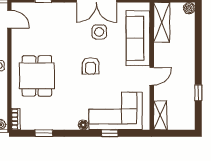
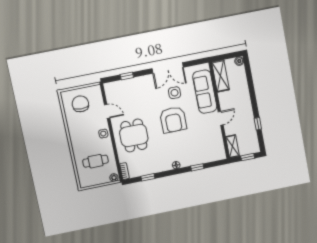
door: (9, 19) -> (107, 111), moved
armchair: (91, 66) -> (173, 120), width x1.88, depth x1.88
corner sofa: (116, 111) -> (198, 150), removed
window: (177, 133) -> (248, 157), added

